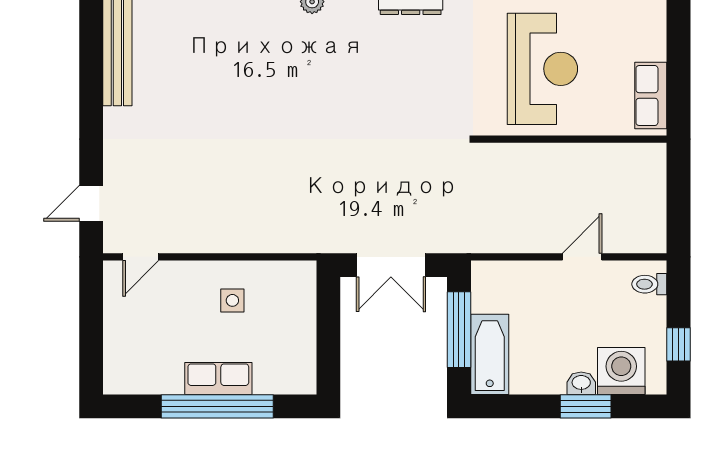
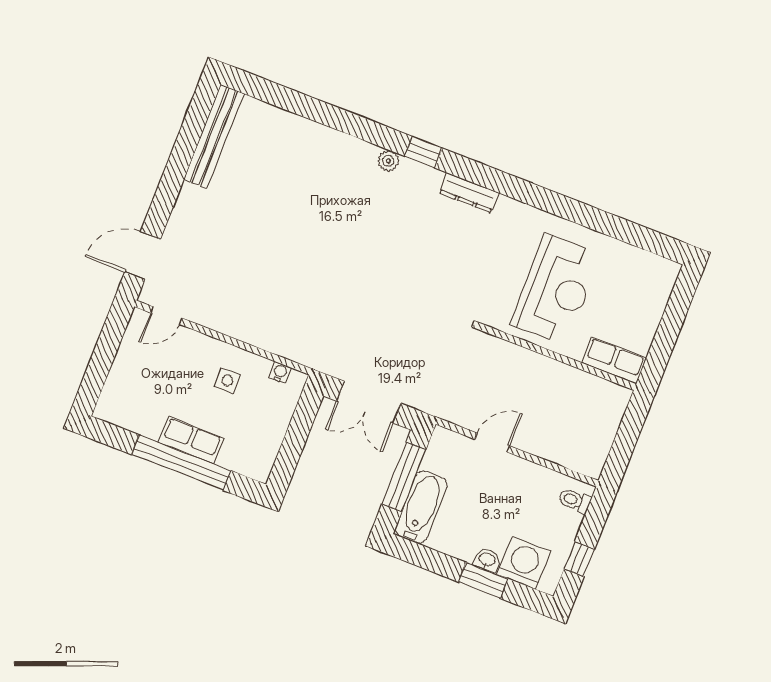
row of seats: (651, 96) -> (614, 360), moved, turned 90
door: (91, 203) -> (143, 256), width x1.37
door: (582, 257) -> (492, 443), moved
water cooler: (285, 270) -> (280, 372), added

